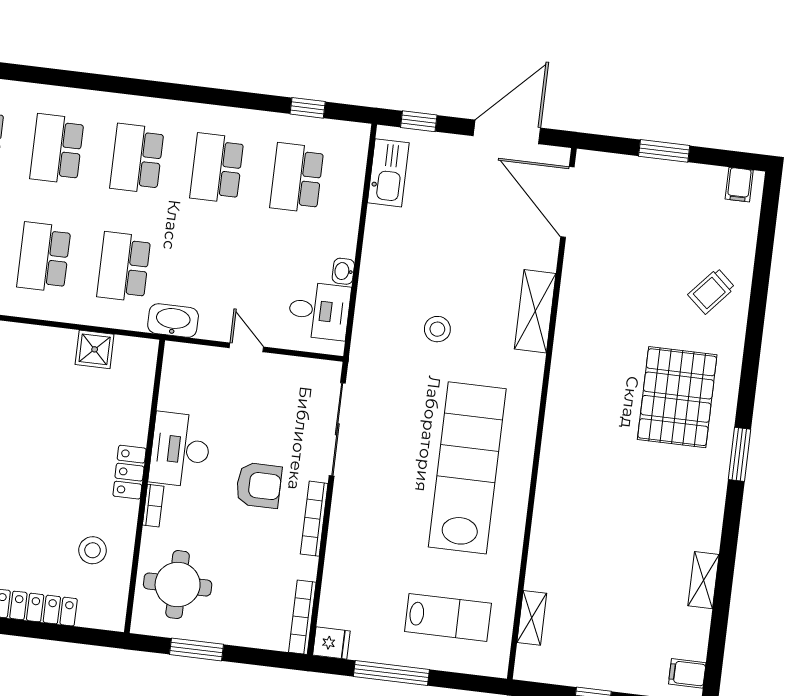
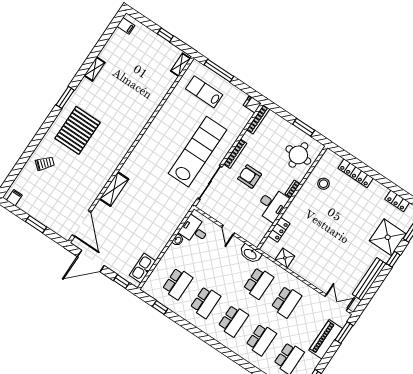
stool: (437, 329) -> (154, 201), removed
lab bench: (467, 468) -> (197, 152), moved, turned 180
locker: (130, 472) -> (279, 230), moved
shelving: (703, 580) -> (95, 69), moved
shelving: (532, 618) -> (181, 65), moved
window: (391, 673) -> (219, 71), moved

